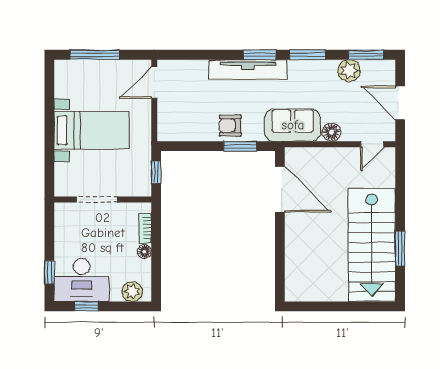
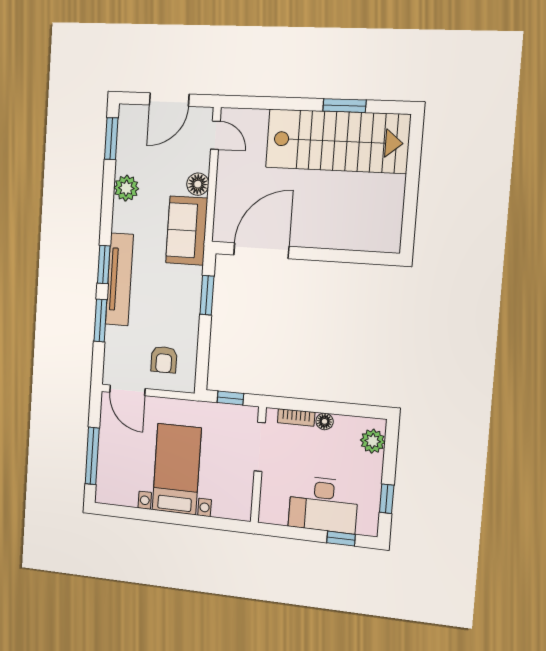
window: (307, 55) -> (100, 320), moved
plant: (349, 71) -> (126, 188), moved
armchair: (230, 126) -> (164, 360), moved
doorway: (97, 200) -> (260, 447), moved
desk: (82, 280) -> (323, 505), moved, turned 90

